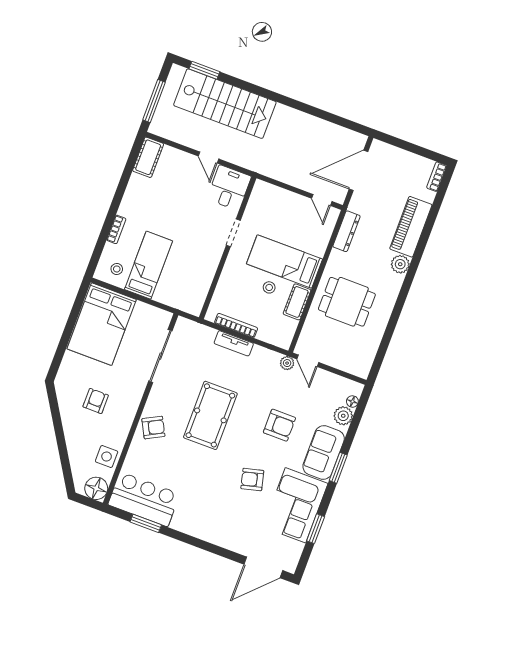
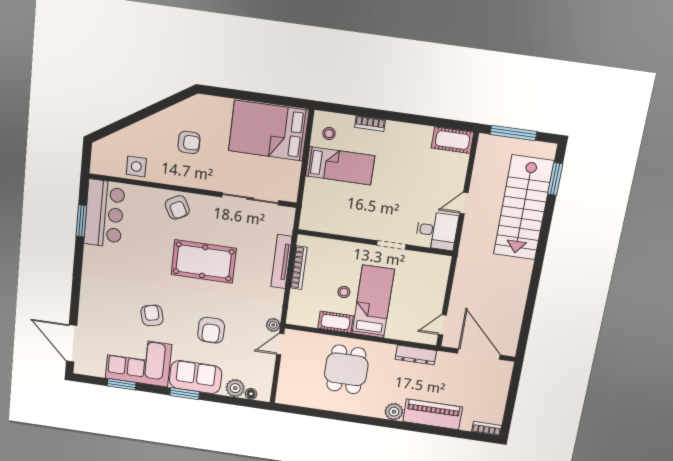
tv unit: (234, 343) -> (281, 262), width x1.41
floor lamp: (96, 488) -> (102, 163), removed

